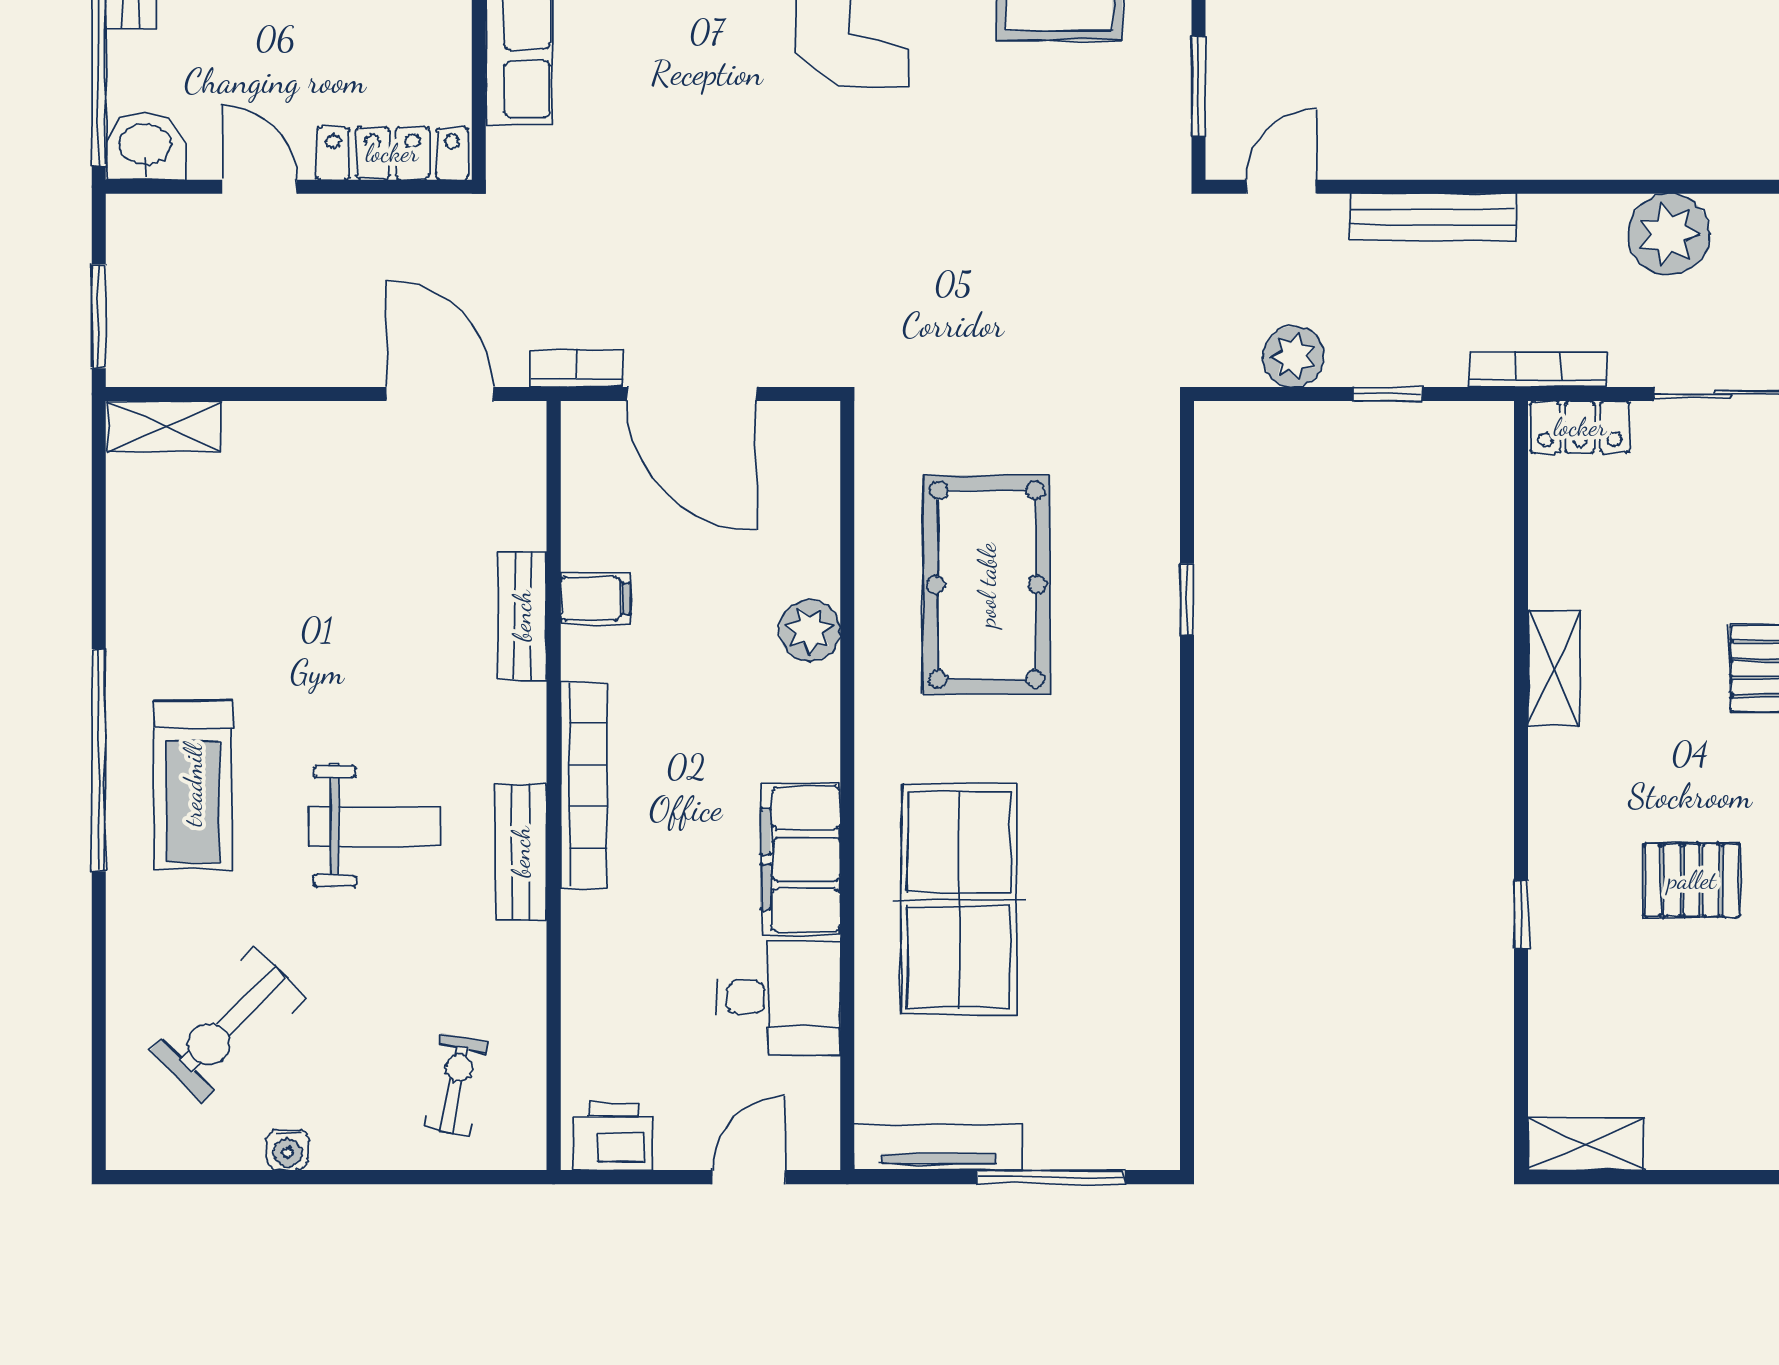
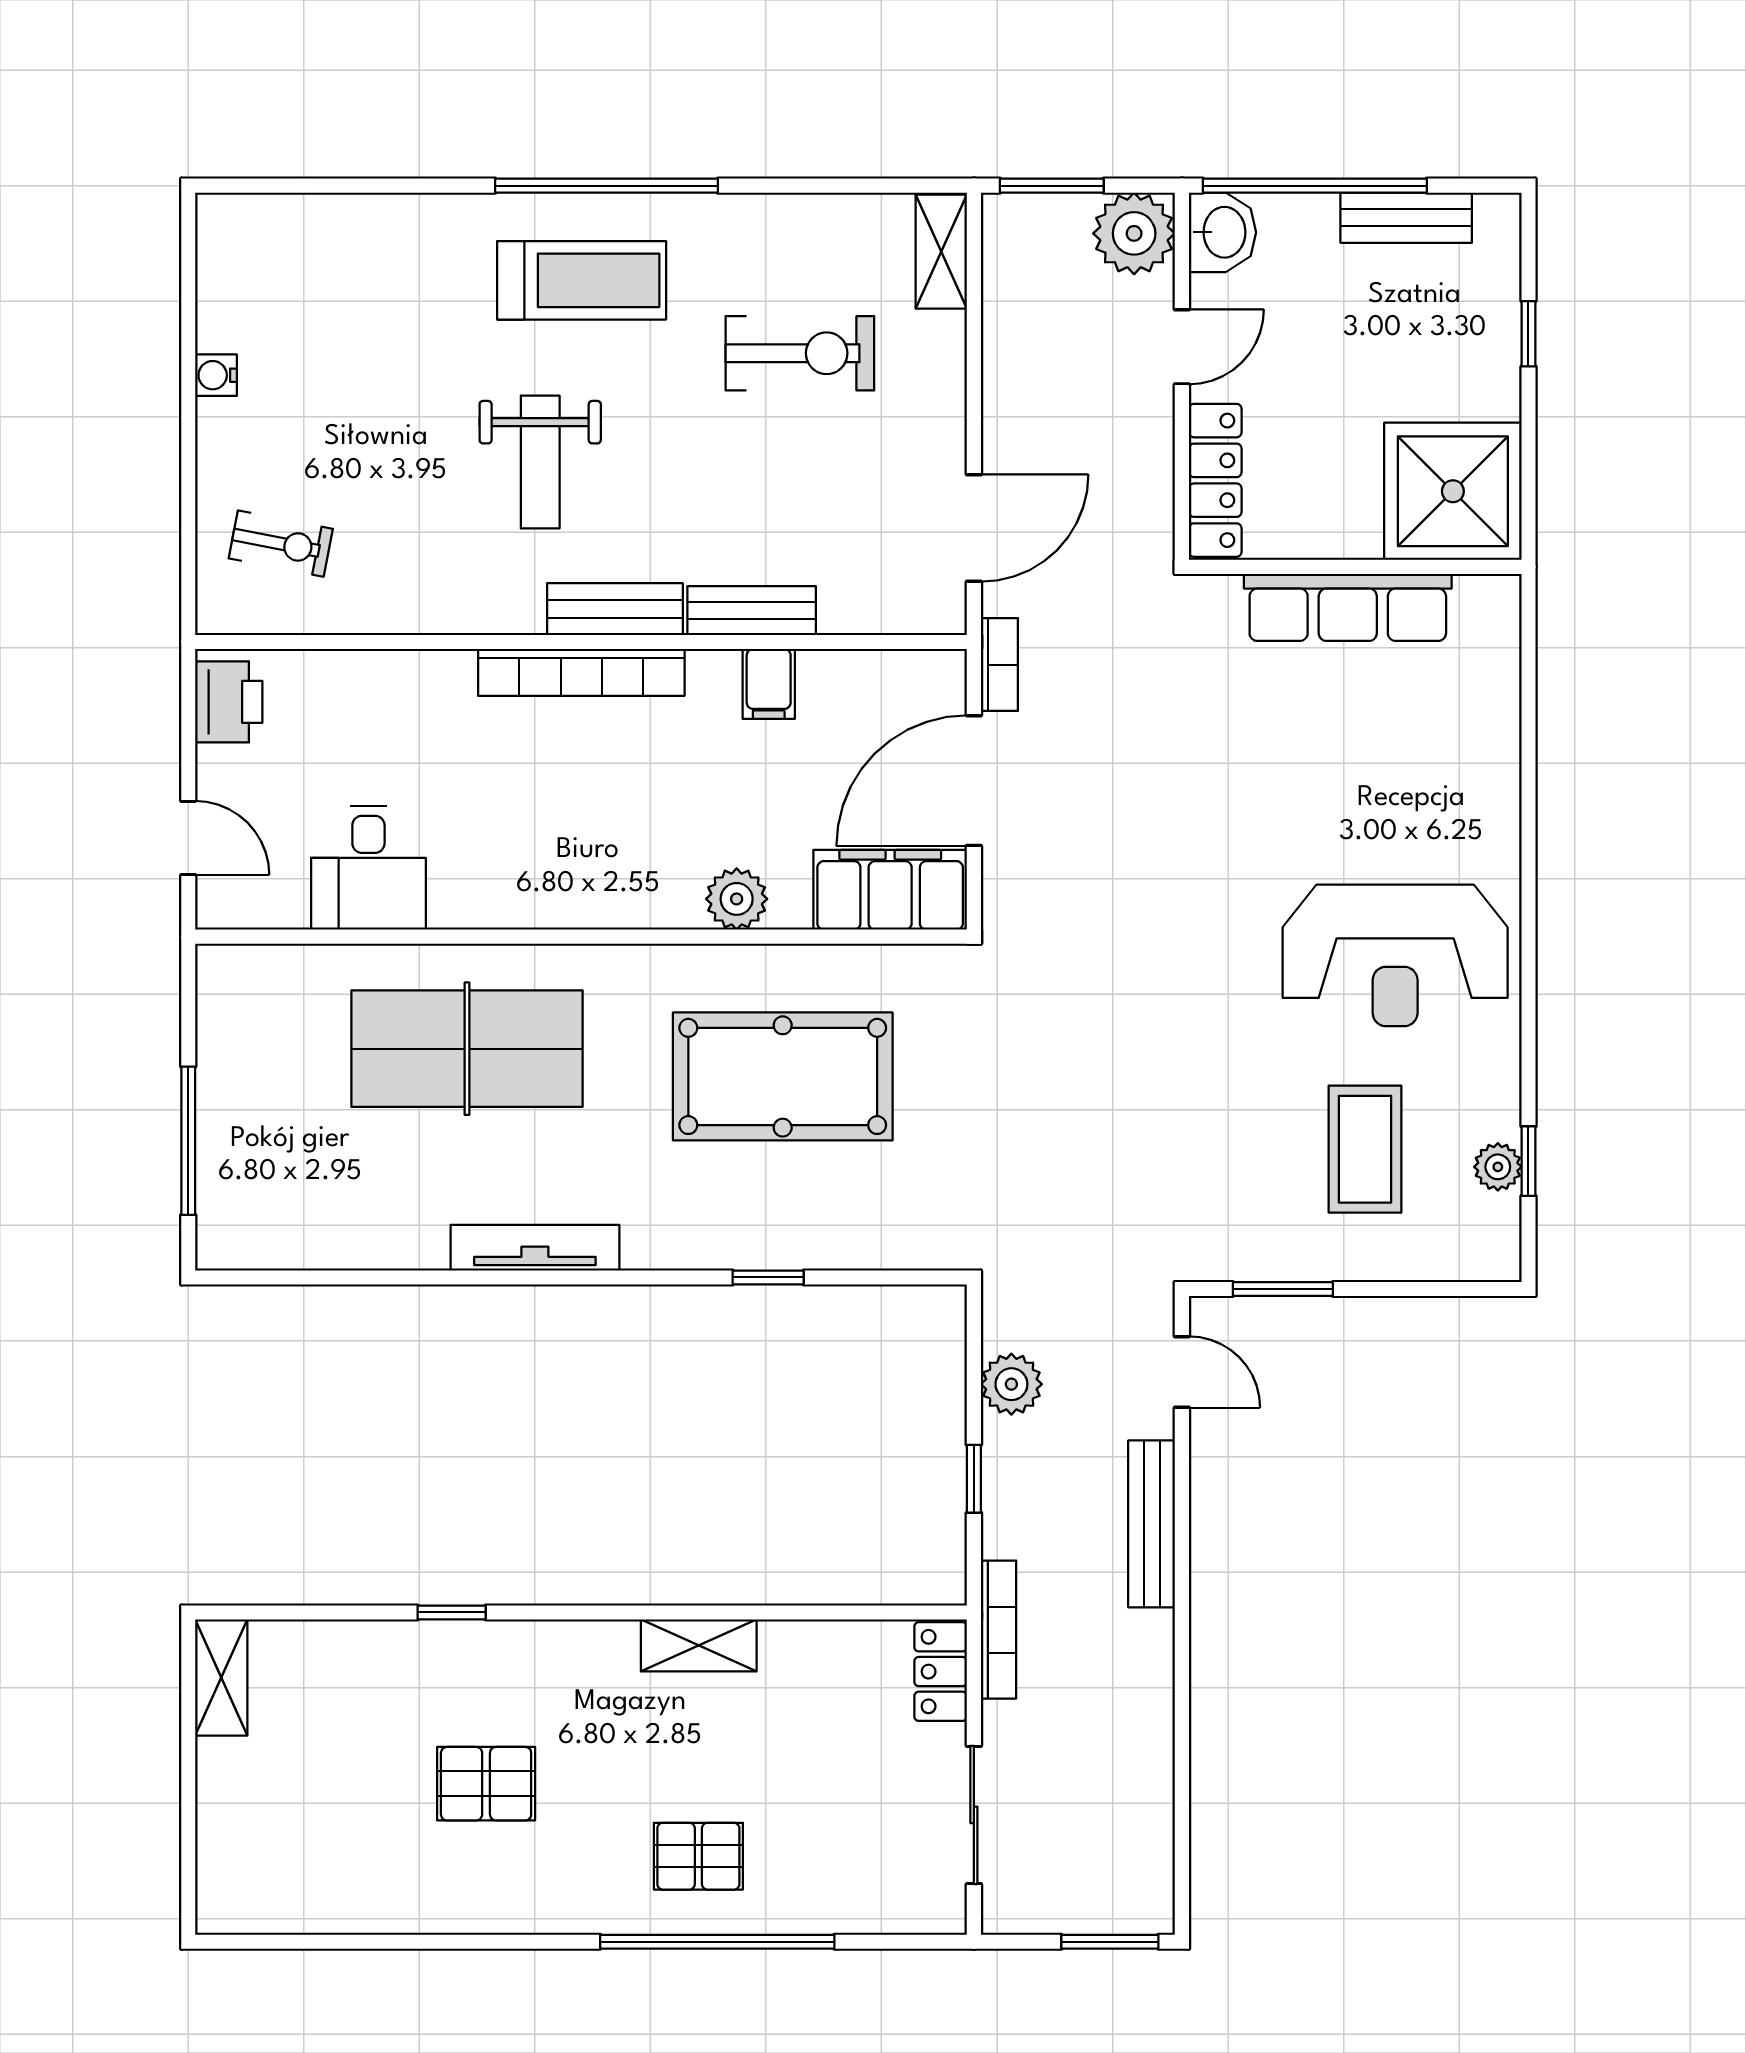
plant: (1669, 234) -> (1134, 233), moved
treadmill: (193, 785) -> (582, 280), turned 180
bench: (521, 852) -> (615, 609), moved
filing cabinet: (801, 859) -> (890, 890), moved
pallet: (1692, 880) -> (486, 1784), turned 90
exercise bike: (228, 1025) -> (800, 353), moved, turned 135
tv unit: (938, 1147) -> (535, 1248), moved, turned -90

